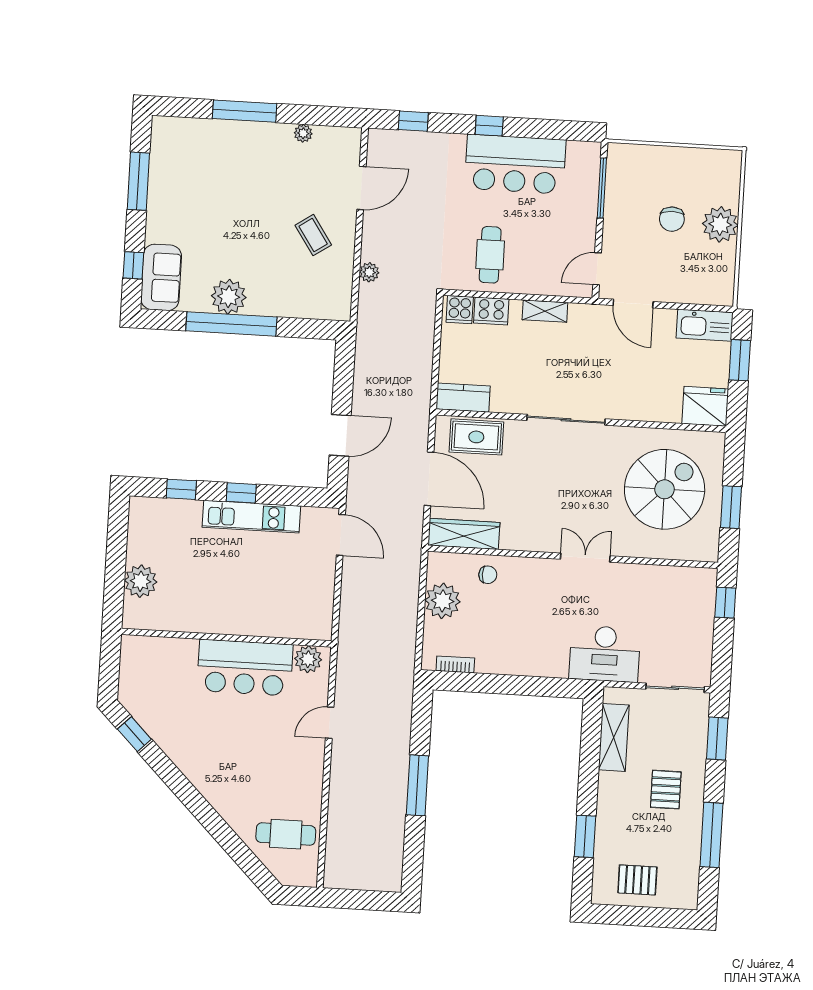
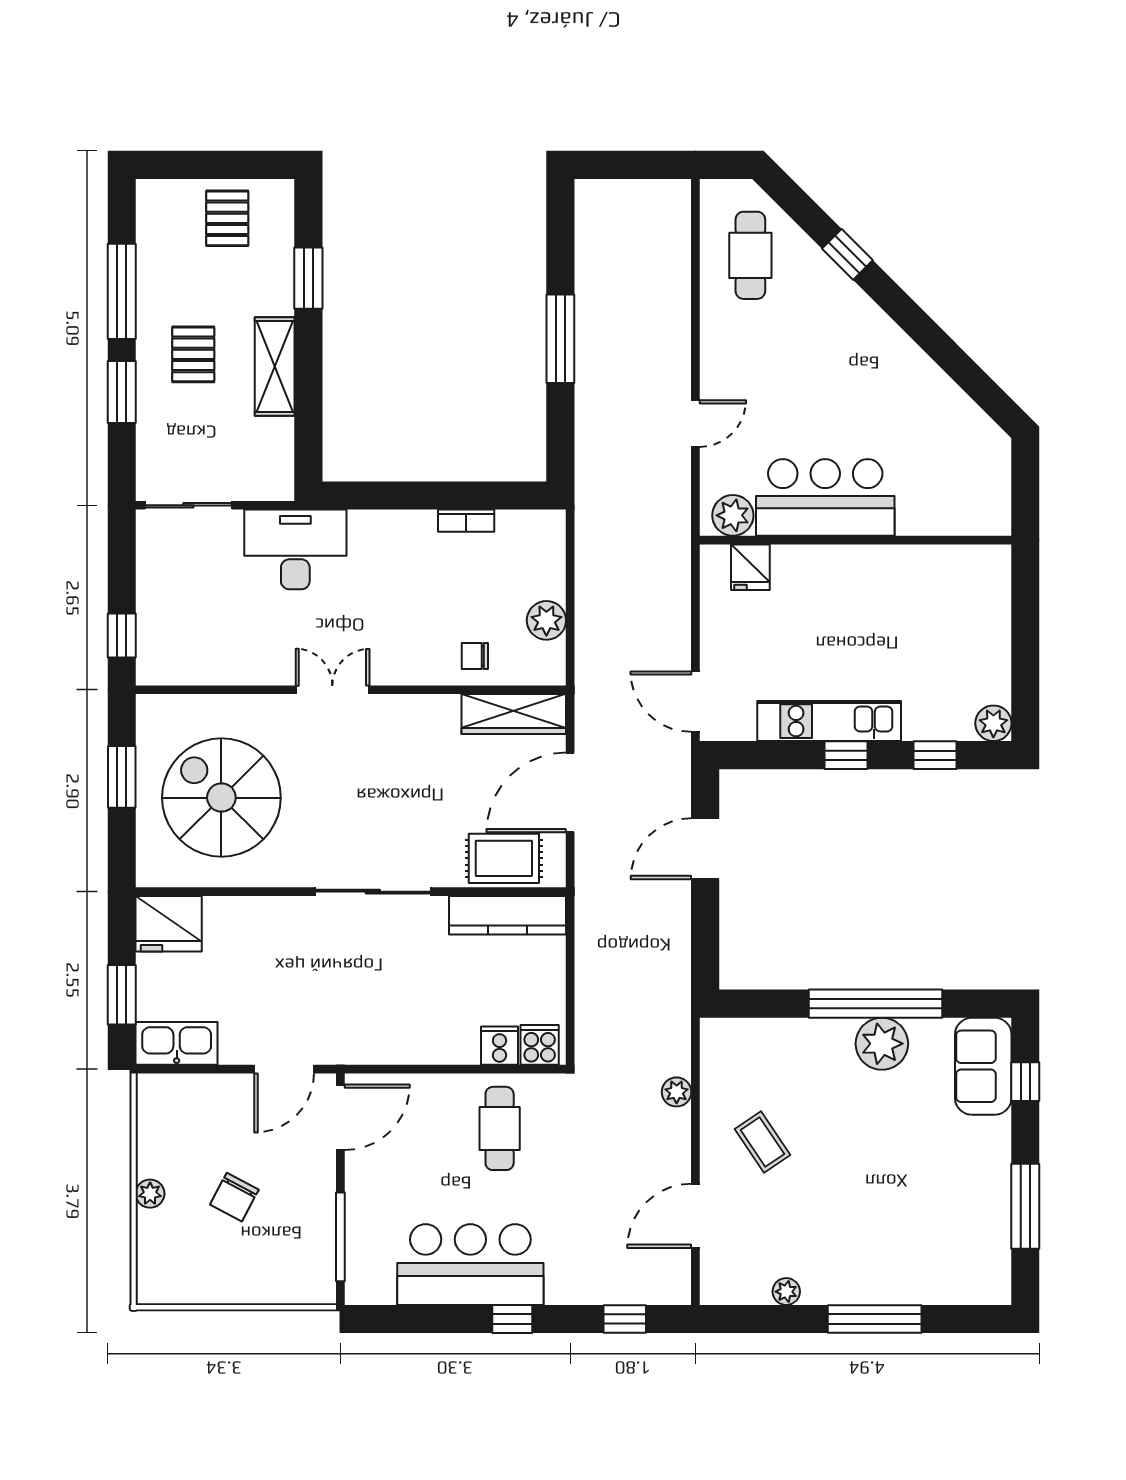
chair: (672, 219) -> (234, 1197), turned -152
plant: (720, 224) -> (150, 1194), width x0.53, depth x0.53
door: (597, 269) -> (340, 1117), width x1.38
door: (633, 303) -> (284, 1069), swing flipped
cooker: (491, 311) -> (499, 1046), width x0.73
shelving: (545, 311) -> (414, 1050), removed
kitchen counter: (463, 398) -> (507, 915), width x1.50
door: (429, 479) -> (570, 792), hinge flipped
spiral stairs: (665, 489) -> (221, 798), turned 90
double door: (585, 558) -> (332, 690), swing flipped
plant: (141, 581) -> (993, 723), moved, width x0.73, depth x0.73
plant: (443, 601) -> (546, 620), width x0.73, depth x0.73
fridge: (298, 624) -> (750, 567), added
bookcase: (455, 664) -> (466, 521), moved
window: (134, 734) -> (847, 254), moved
shelving: (614, 737) -> (275, 366), moved
window: (717, 738) -> (122, 392), moved
cafe table: (286, 834) -> (750, 255), turned 90
pallet: (637, 880) -> (227, 218), turned 90

